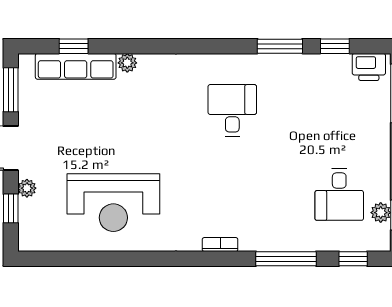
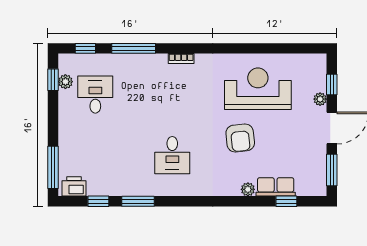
row of seats: (76, 66) -> (276, 187), width x0.68
armchair: (138, 134) -> (240, 138), added

